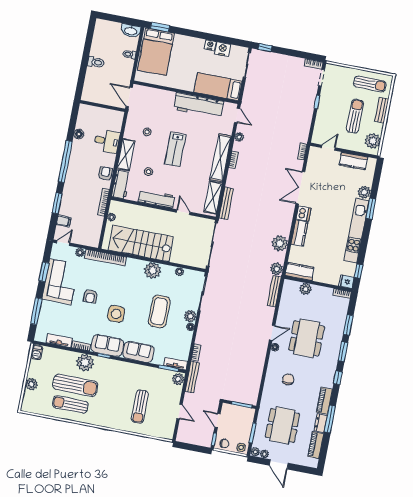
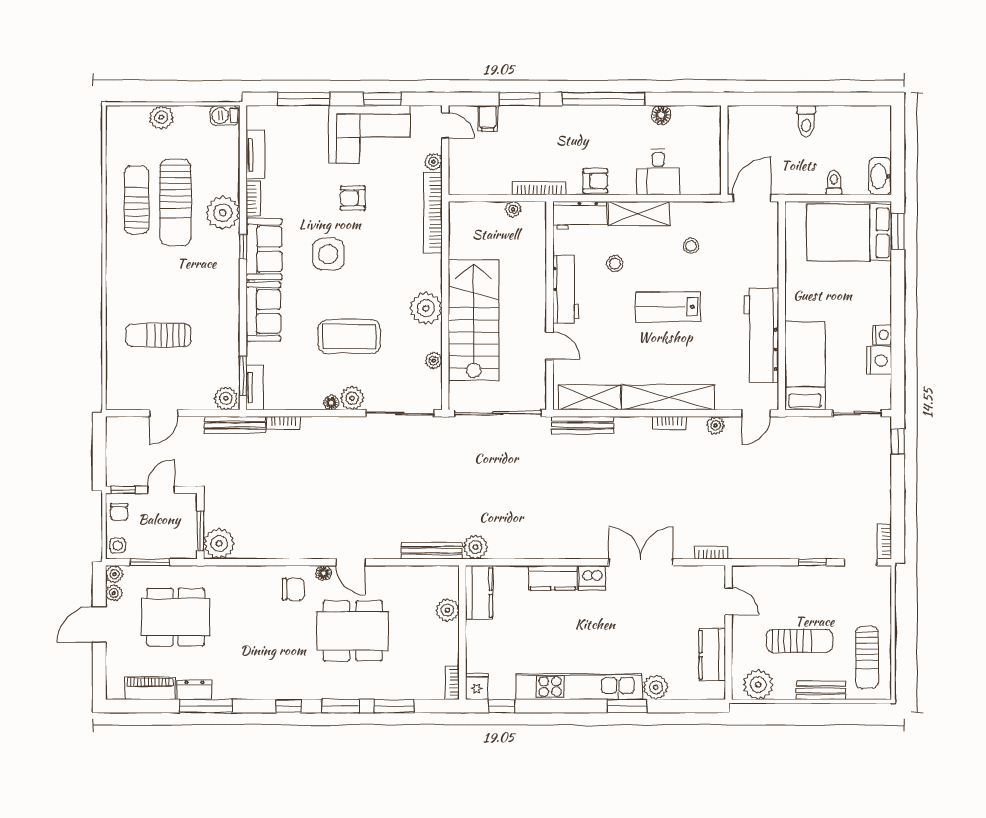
door: (183, 212) -> (550, 346), hinge flipped
stairs: (141, 243) -> (474, 320), moved
plant: (280, 243) -> (219, 543), moved
chair: (288, 379) -> (293, 589), moved
piano: (324, 401) -> (239, 688), removed

